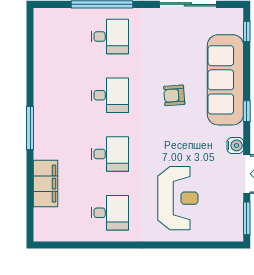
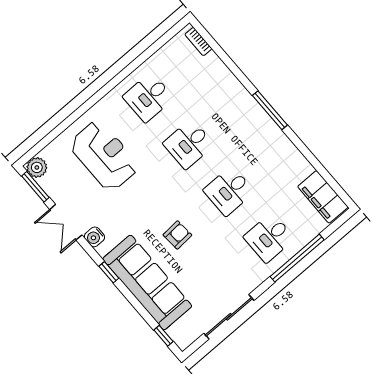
filing cabinet: (46, 184) -> (323, 197), moved
reception desk: (178, 198) -> (104, 156), turned 180
bookcase: (39, 222) -> (198, 42), added
plant: (234, 231) -> (37, 167), added

